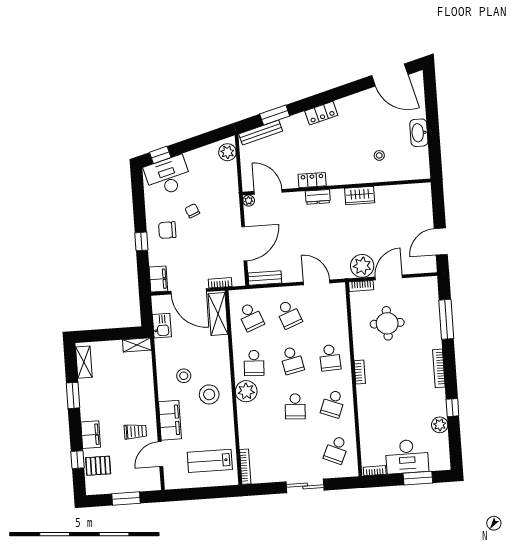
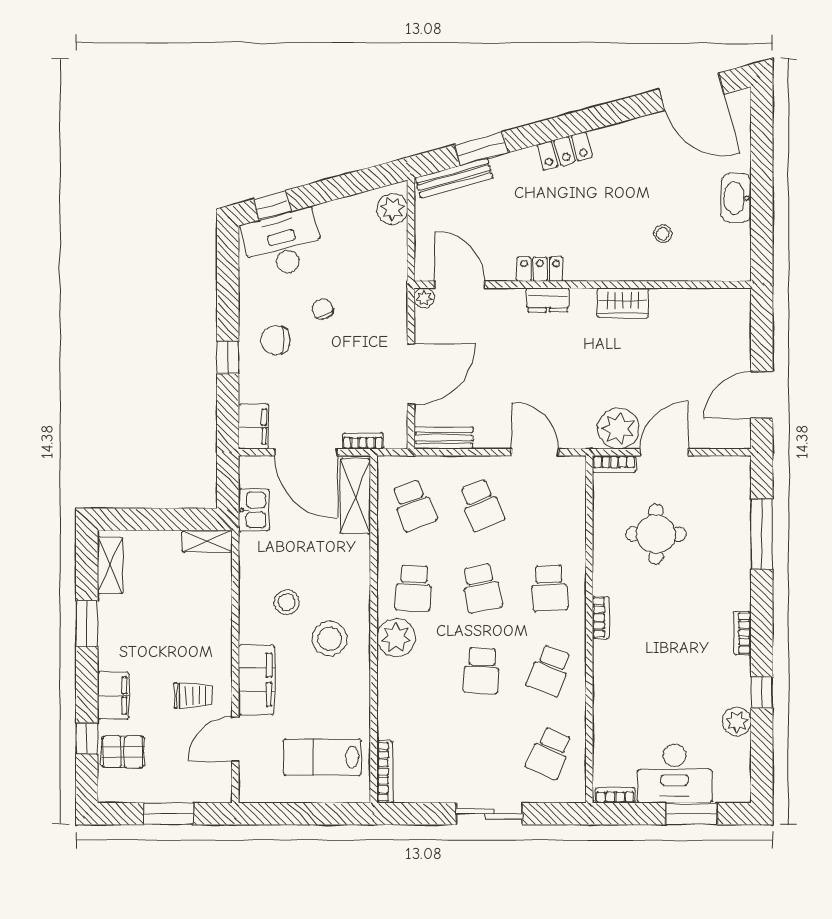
bookcase: (439, 368) -> (742, 633), width x0.64

